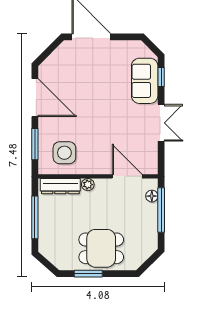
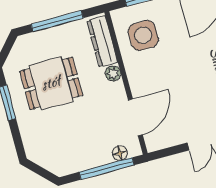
dining table: (101, 248) -> (51, 83), moved, turned 90

